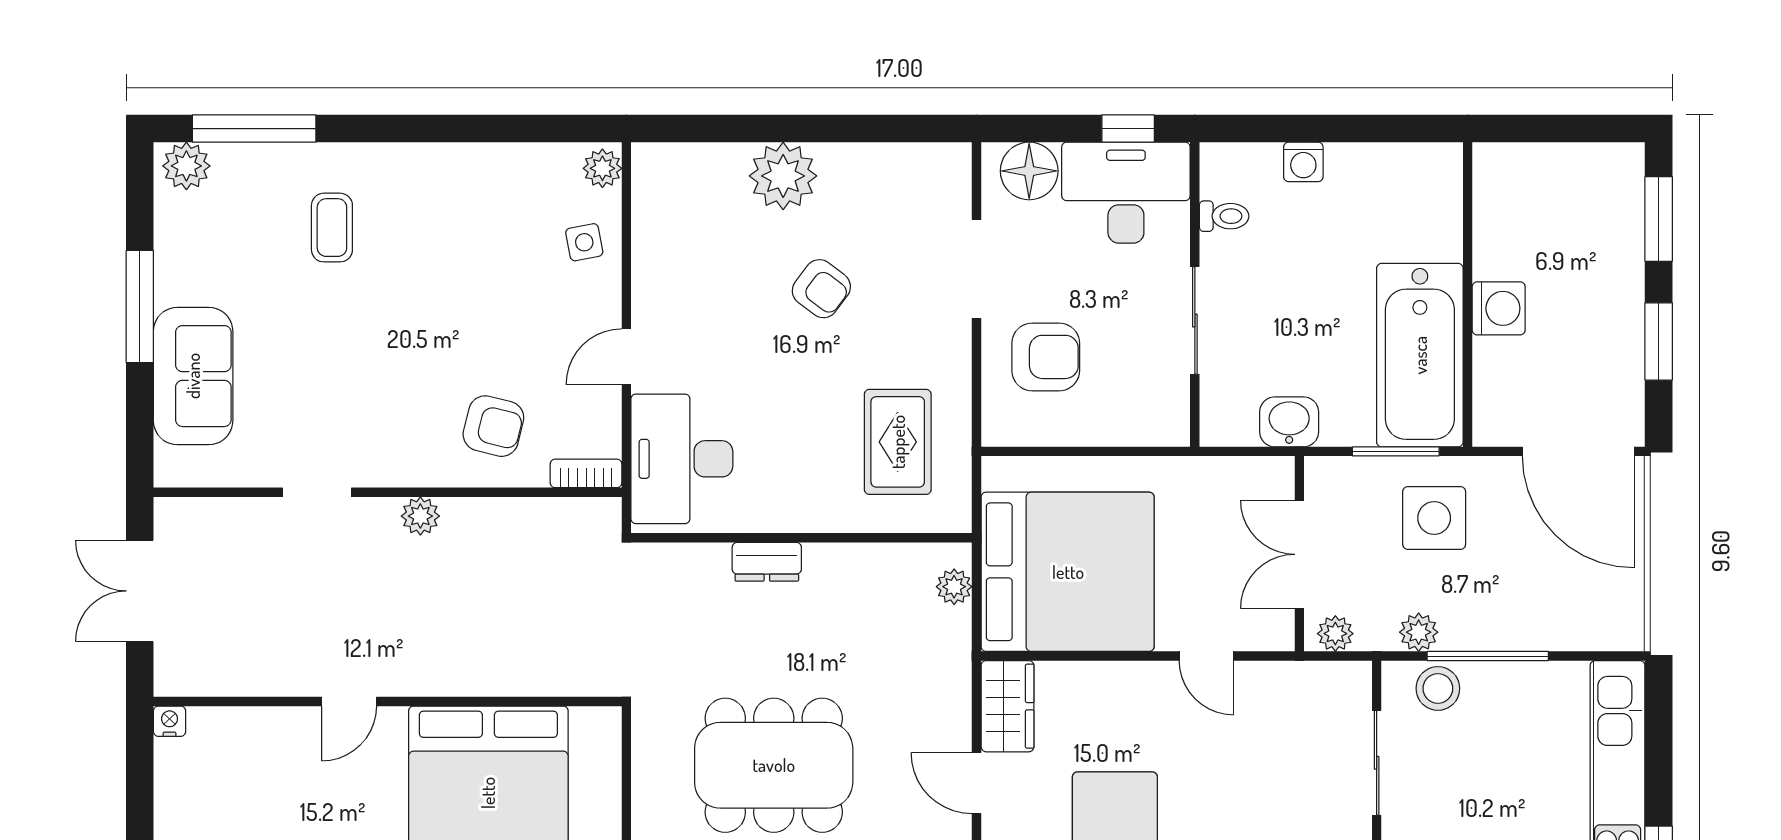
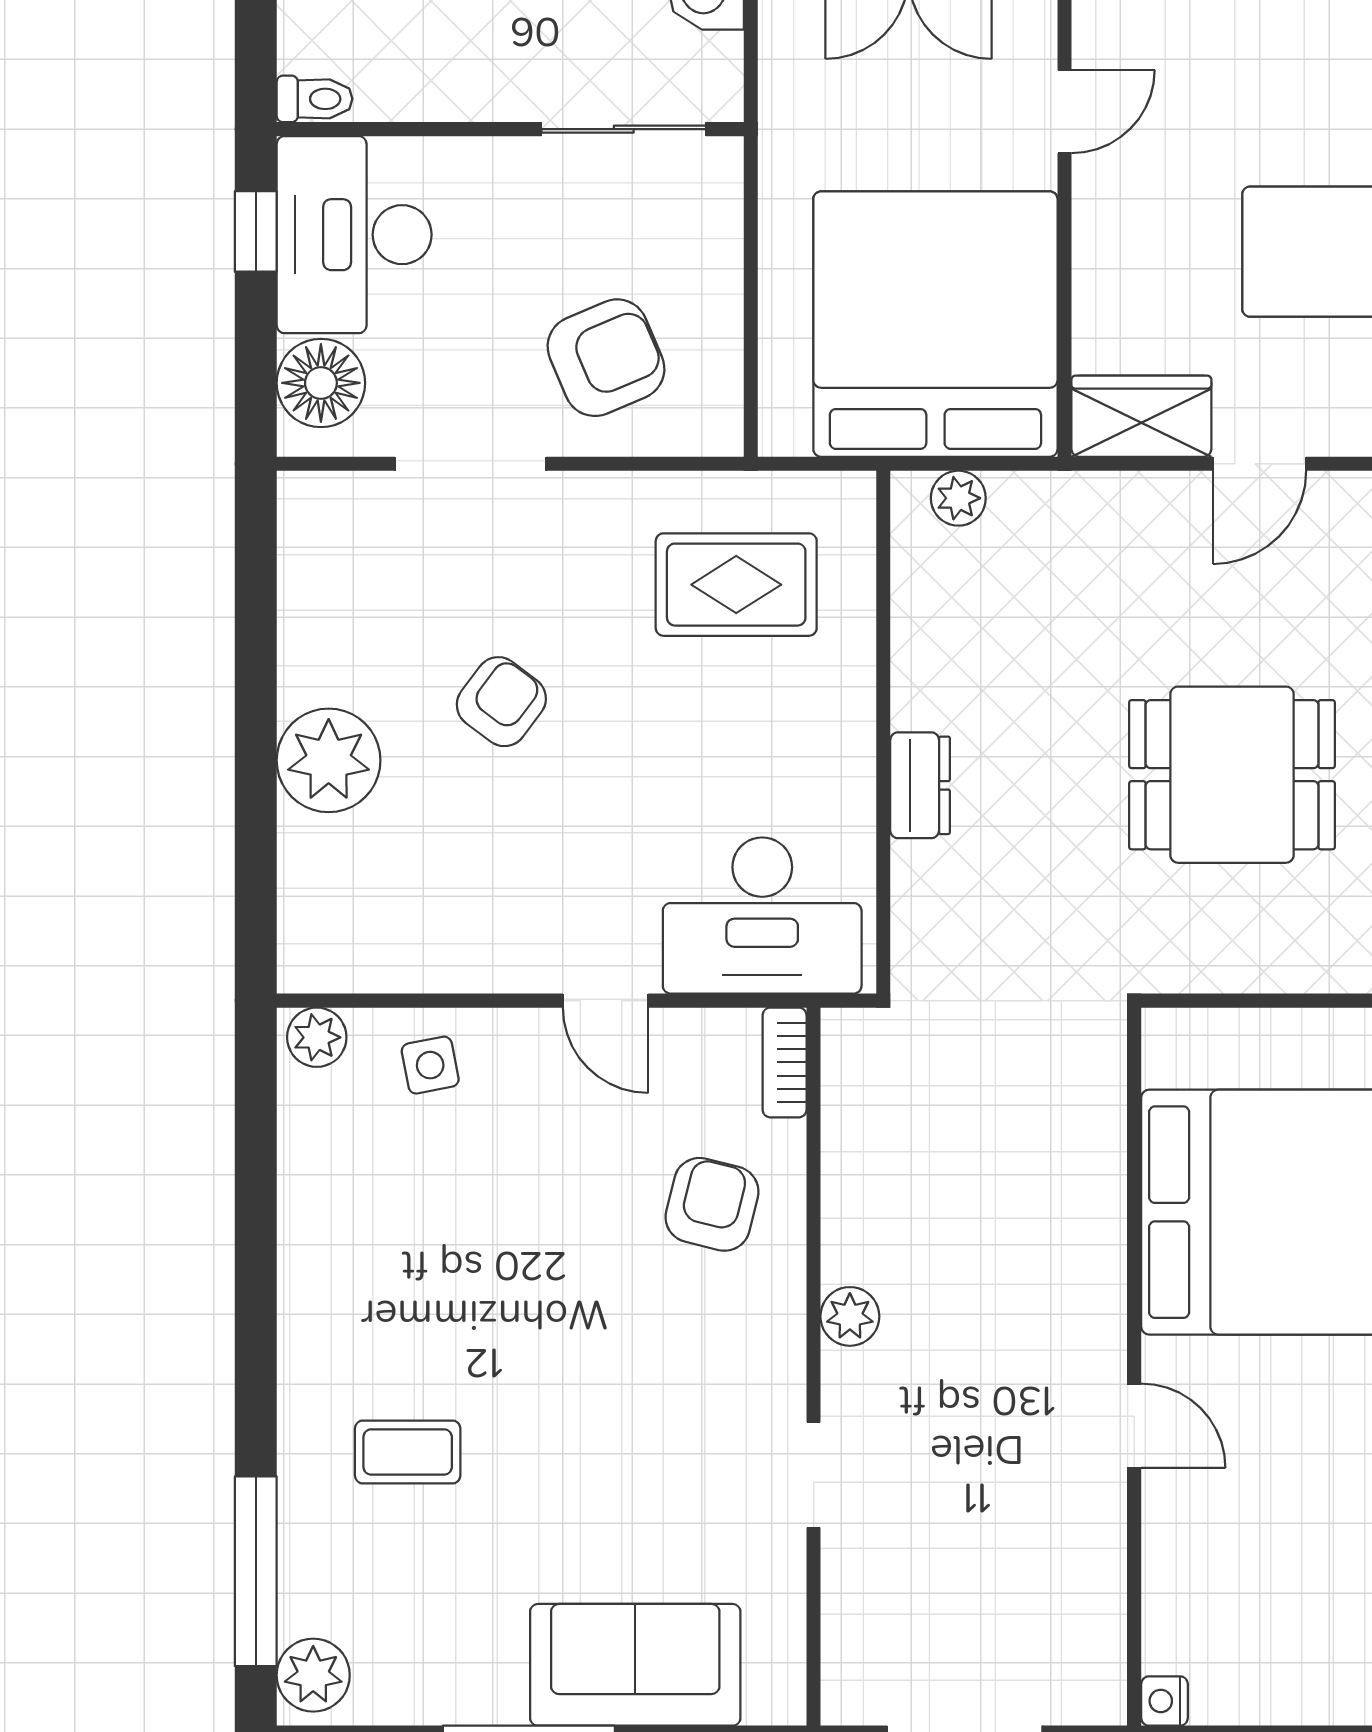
toilet: (1224, 216) -> (315, 99), moved, turned 90
sliding door: (1195, 320) -> (624, 129), moved
armchair: (1046, 357) -> (606, 358), turned 67
dining table: (774, 765) -> (1232, 775), width x0.73

